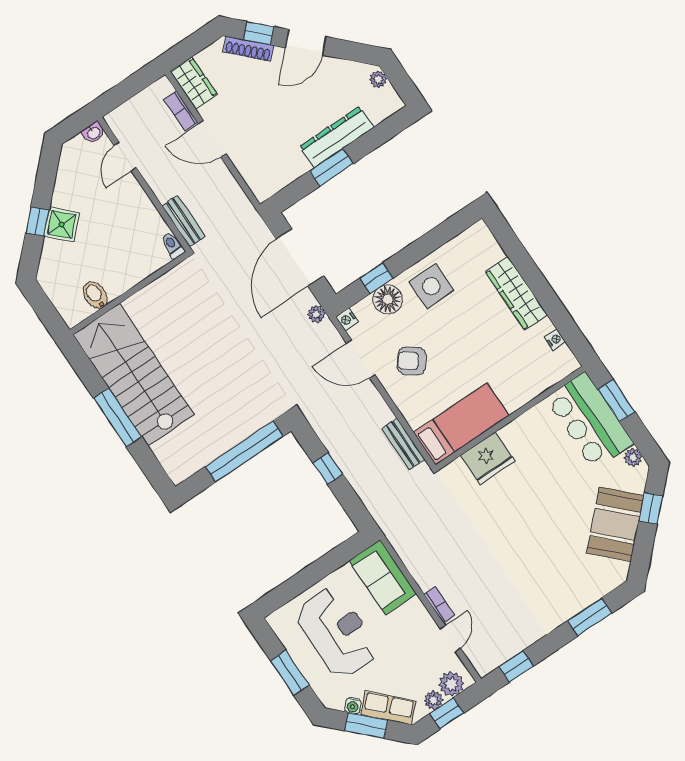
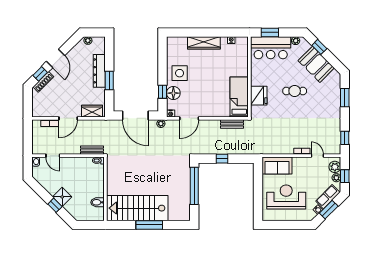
wardrobe: (194, 83) -> (92, 111), moved
armchair: (412, 361) -> (203, 100), removed
cafe table: (540, 518) -> (295, 91), added
window: (290, 673) -> (289, 225), removed

